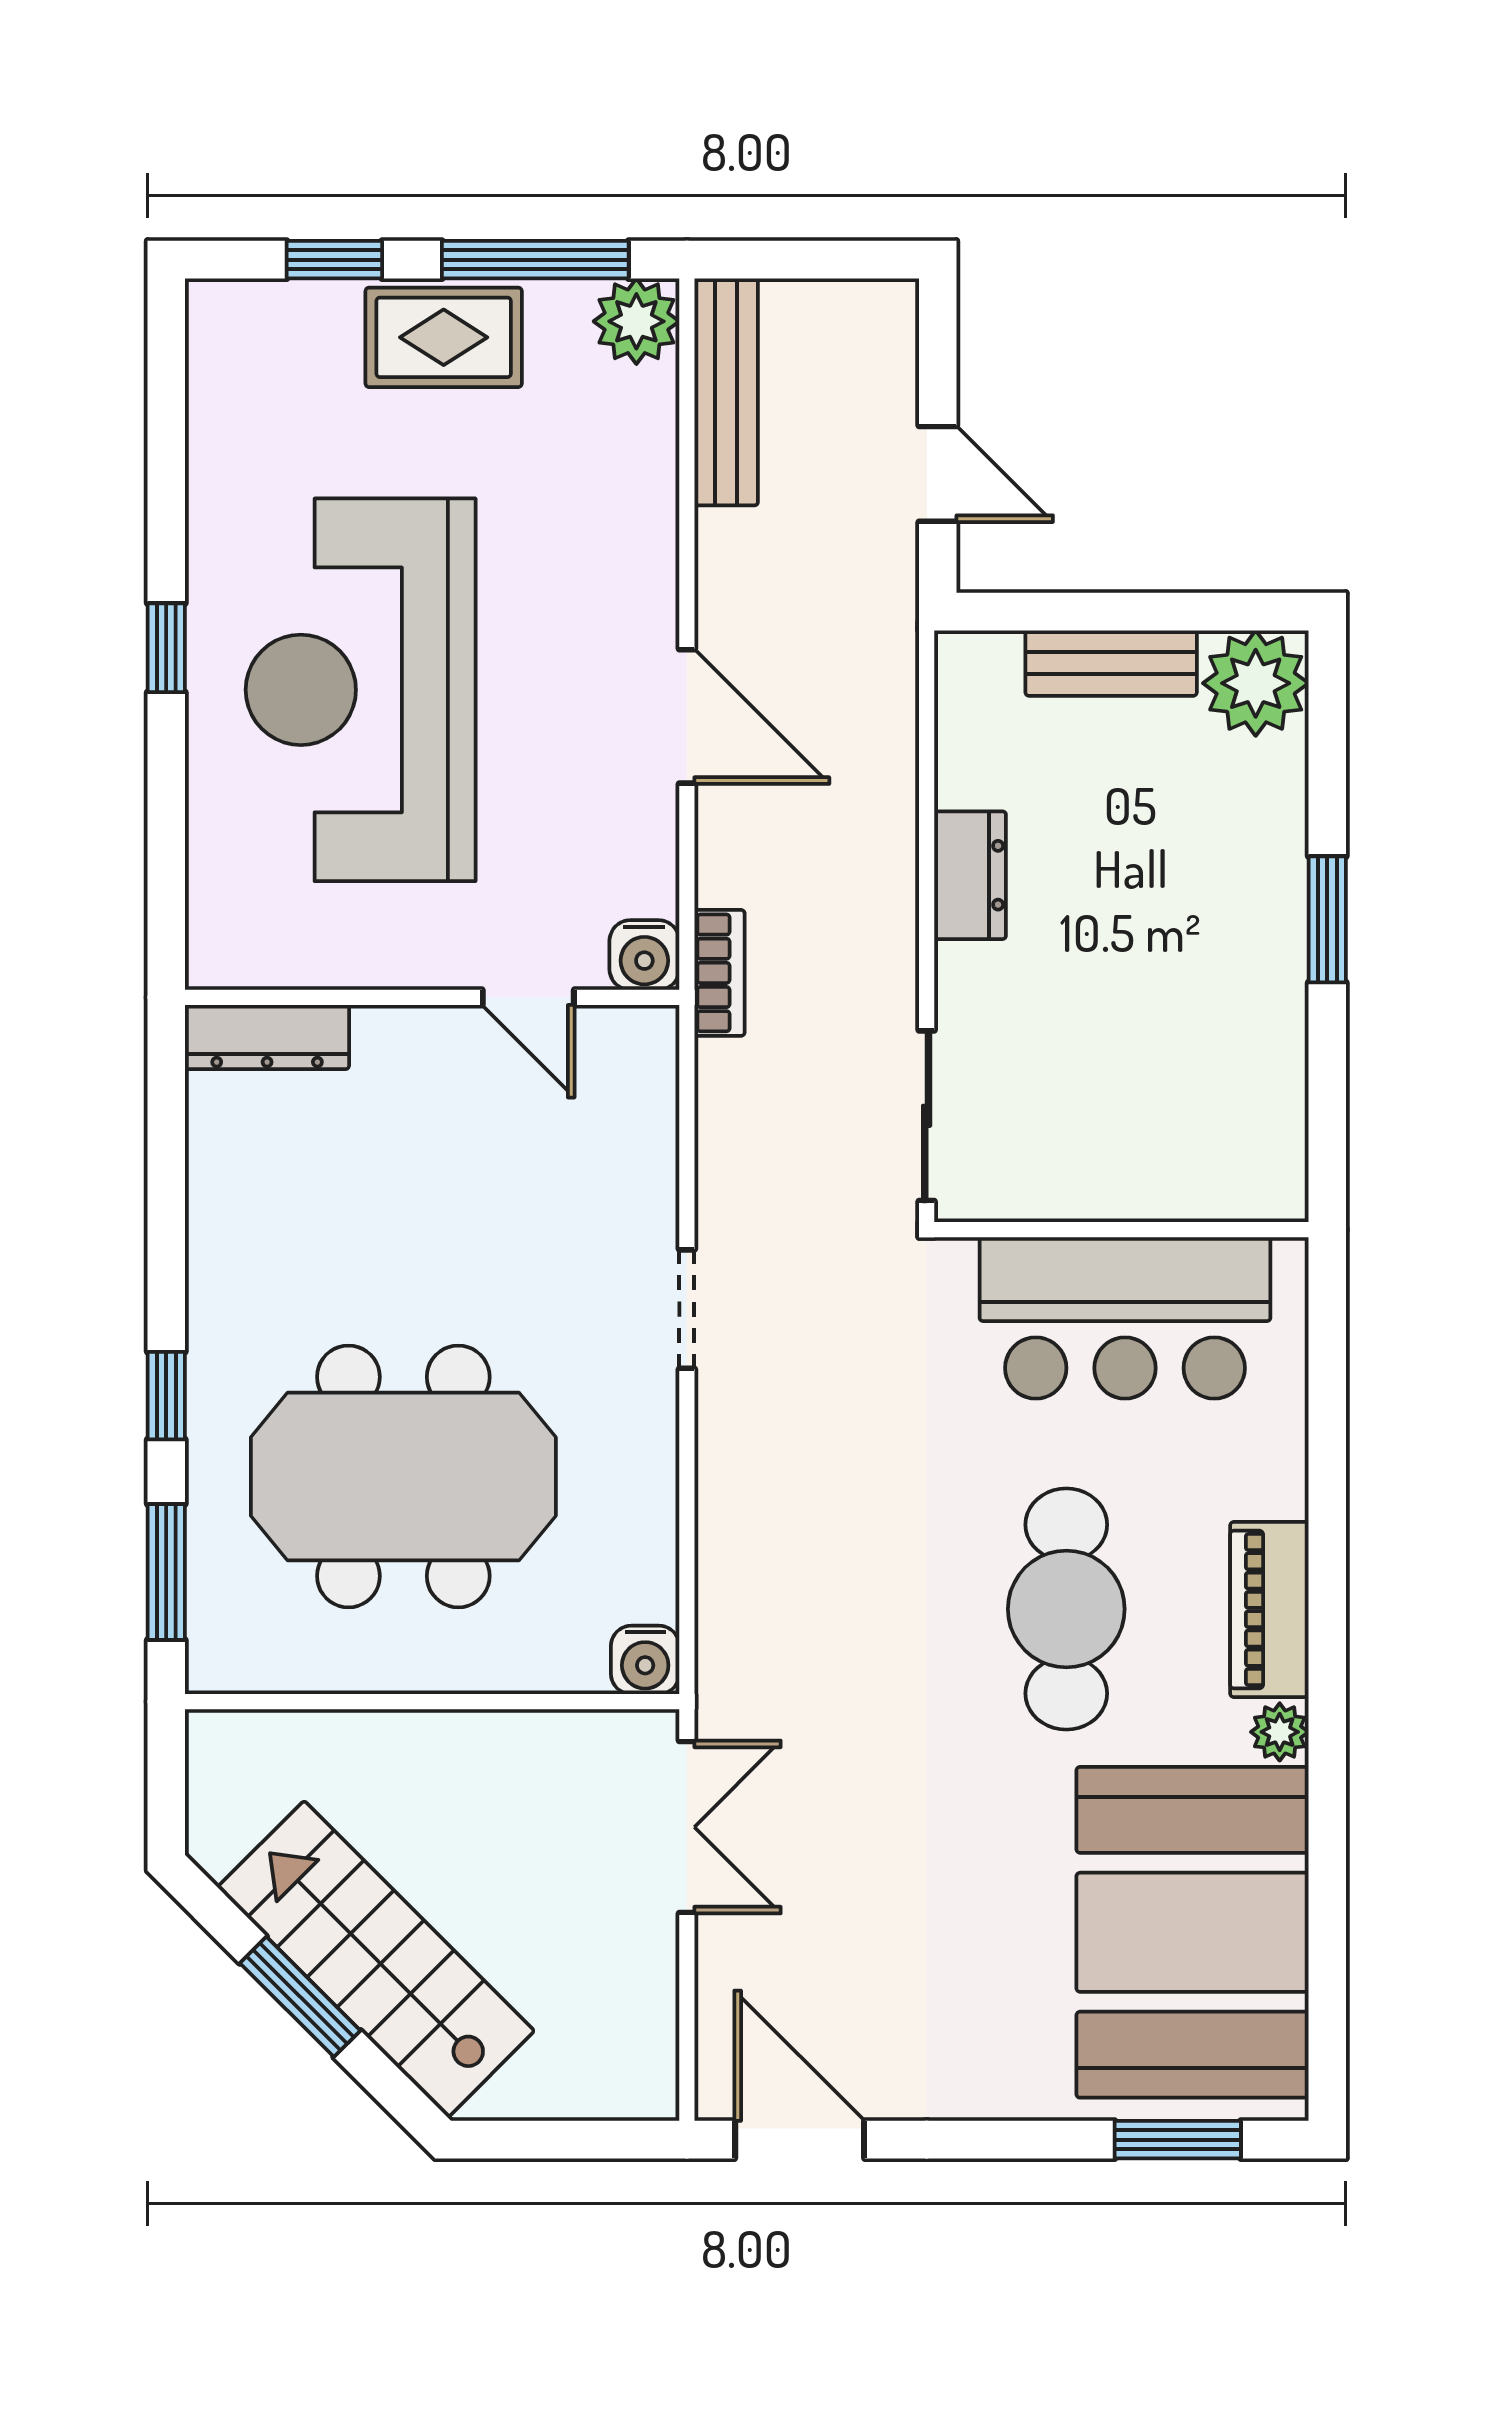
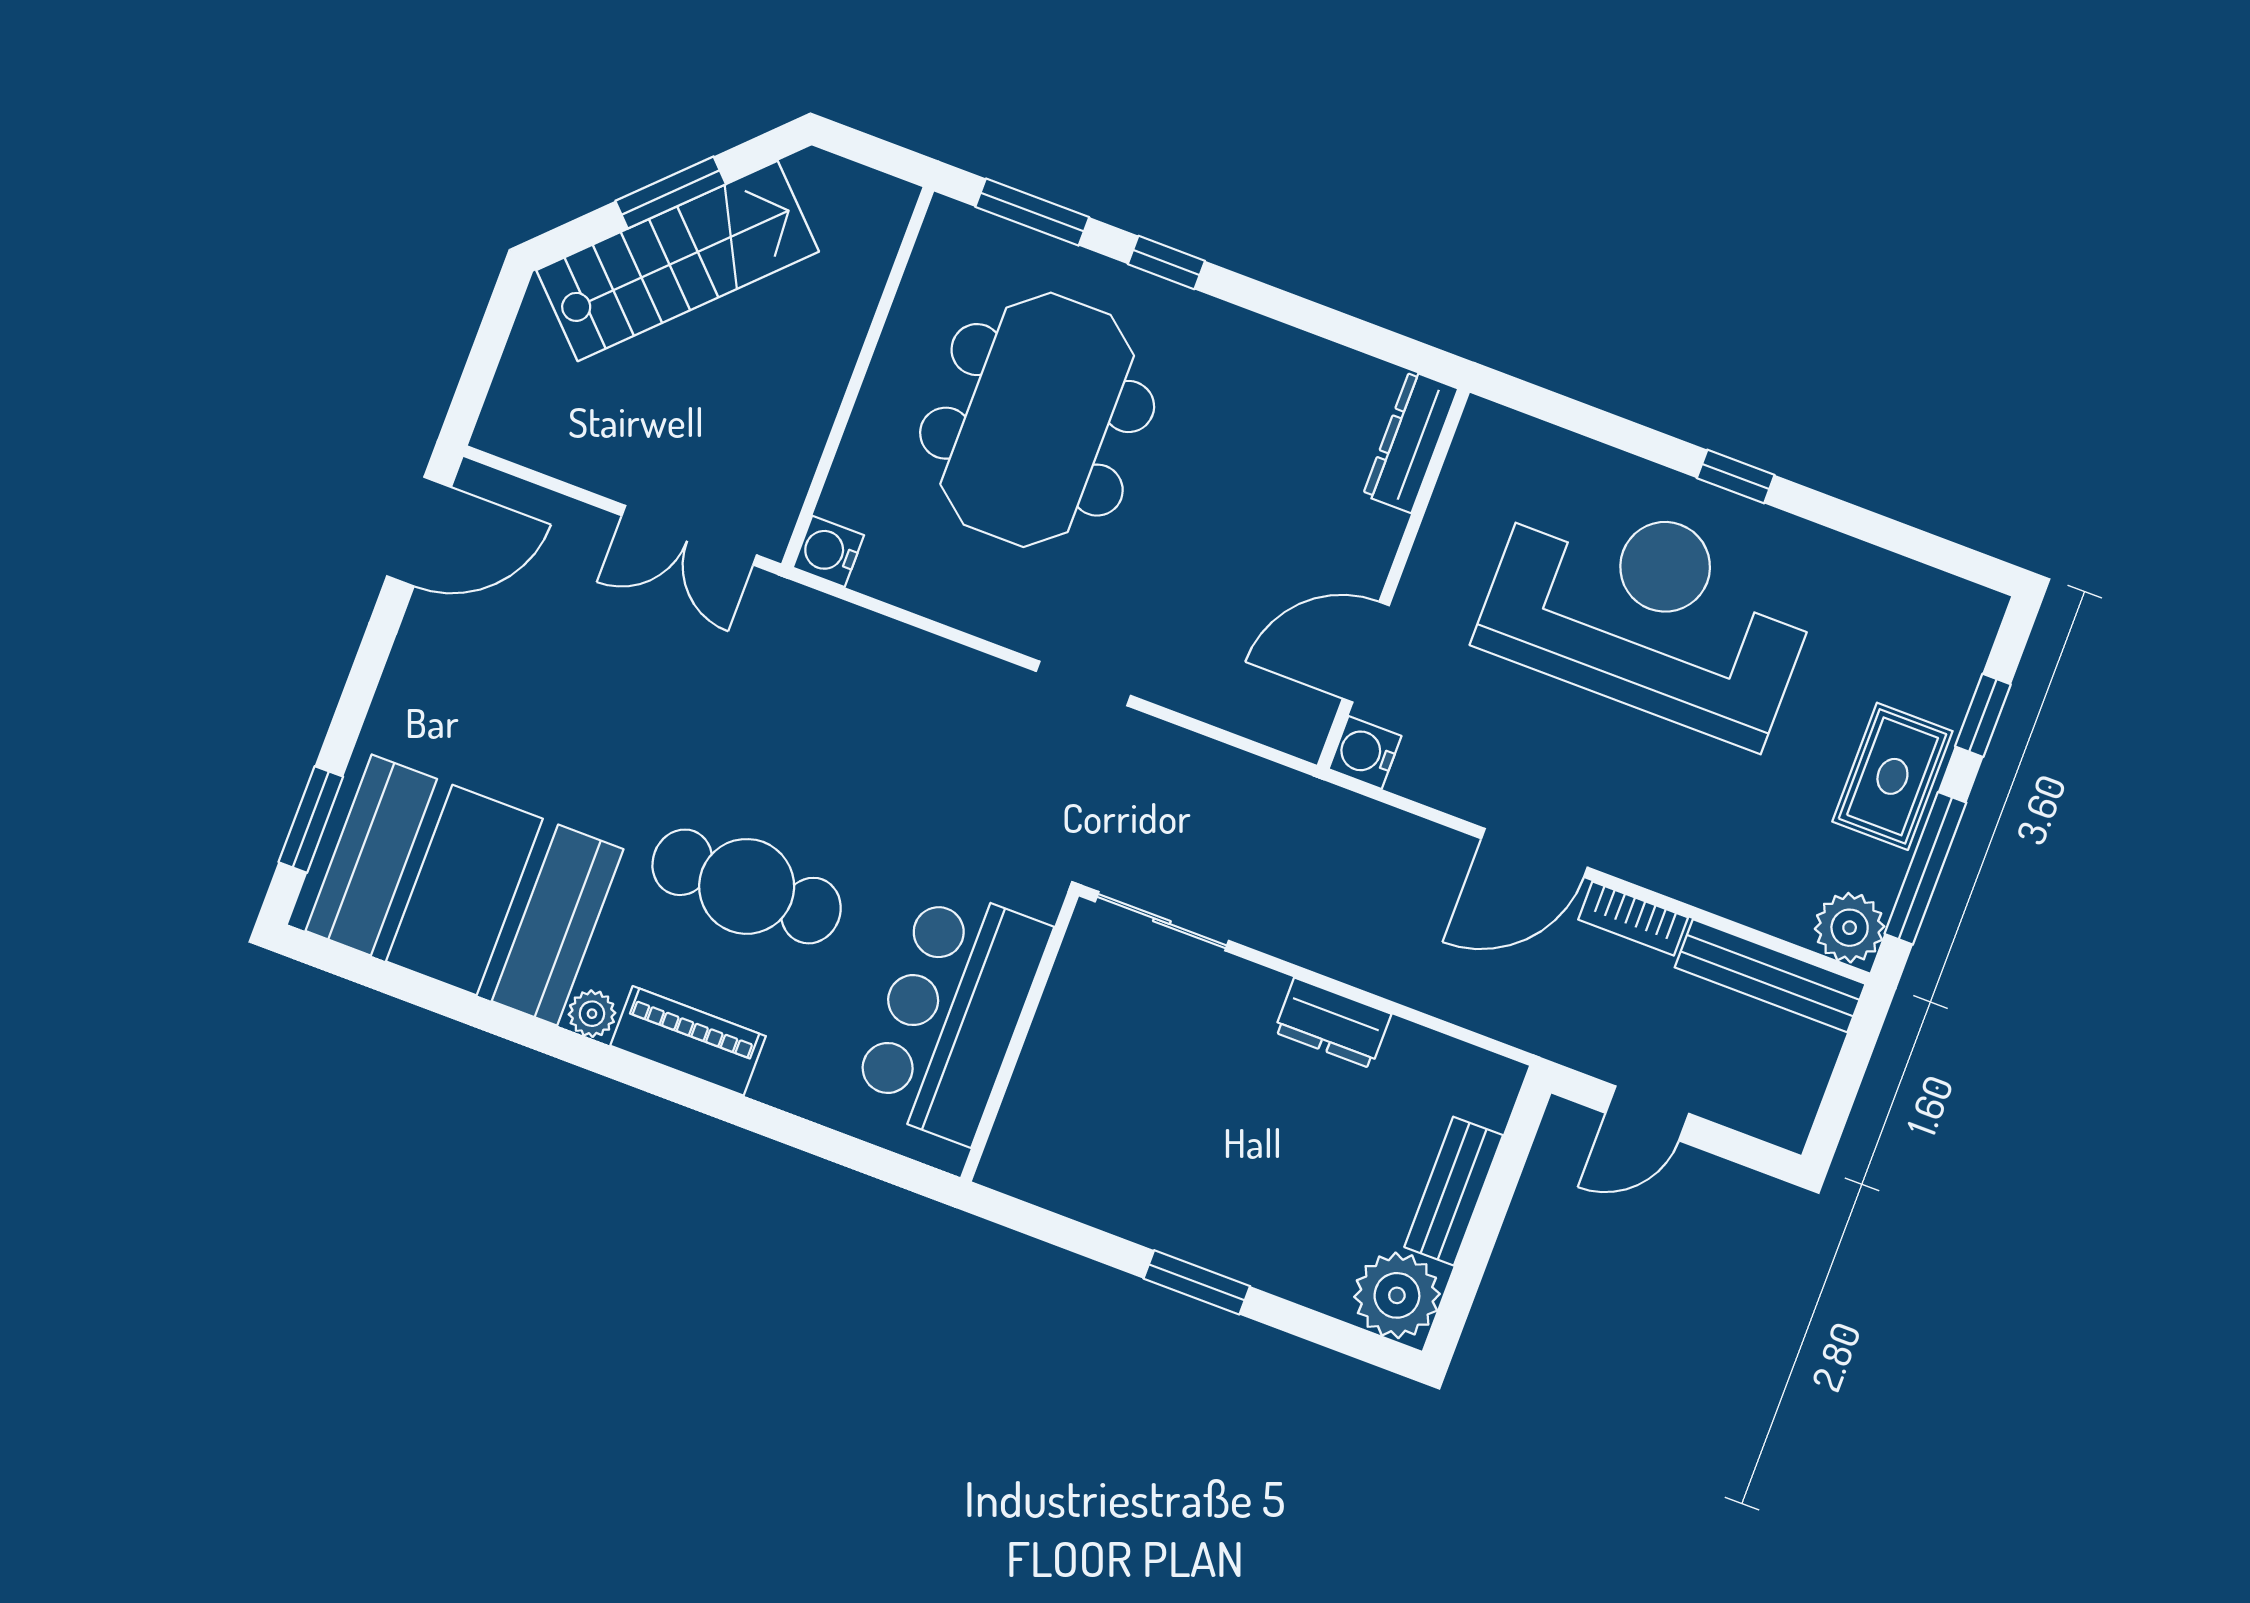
bookcase: (719, 973) -> (1633, 918), moved
door: (528, 997) -> (1366, 652), width x1.38

